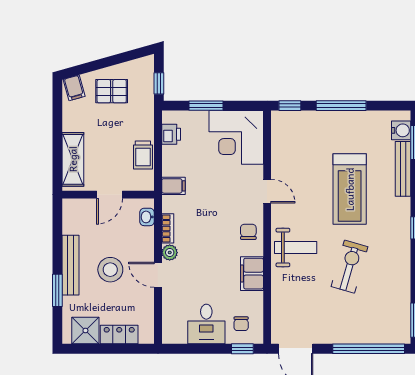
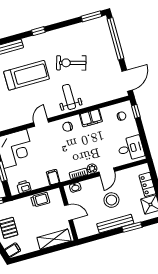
desk: (206, 324) -> (131, 148), moved

